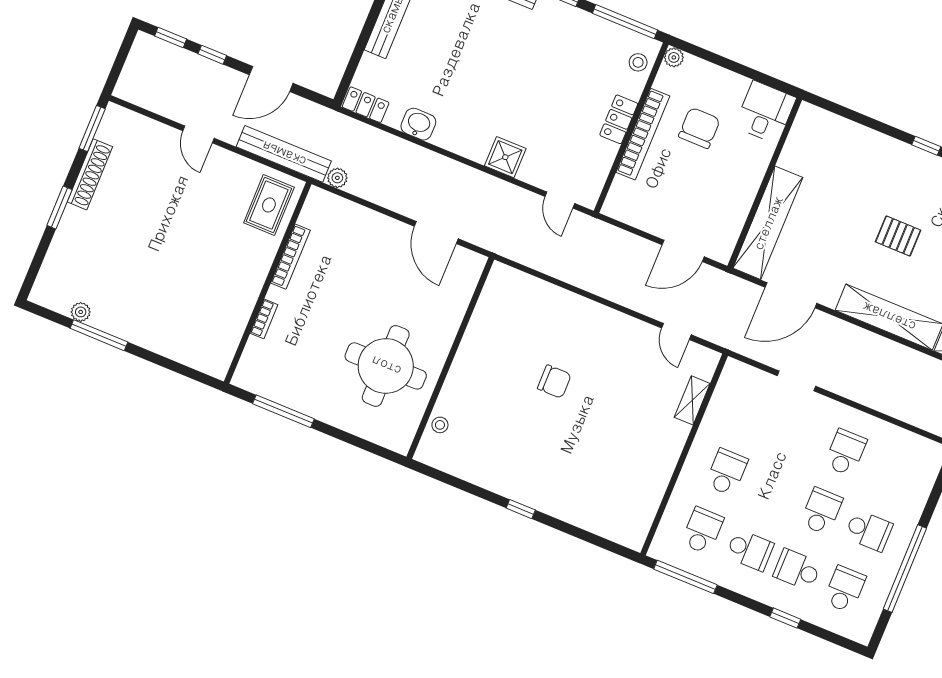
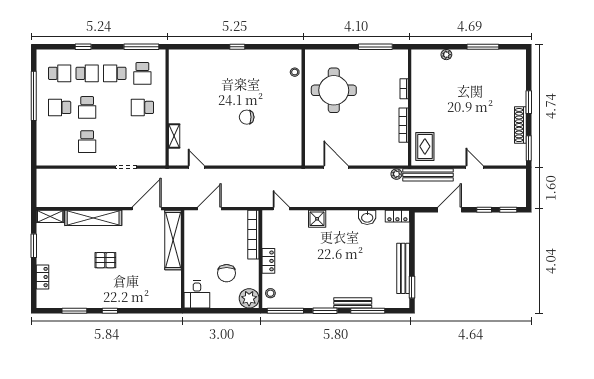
plant: (674, 57) -> (249, 298), width x1.88, depth x1.88
bookcase: (643, 134) -> (253, 235), moved
plant: (81, 312) -> (446, 55), moved
school desk: (727, 472) -> (142, 107), turned 90
school desk: (845, 589) -> (60, 73), turned -90

